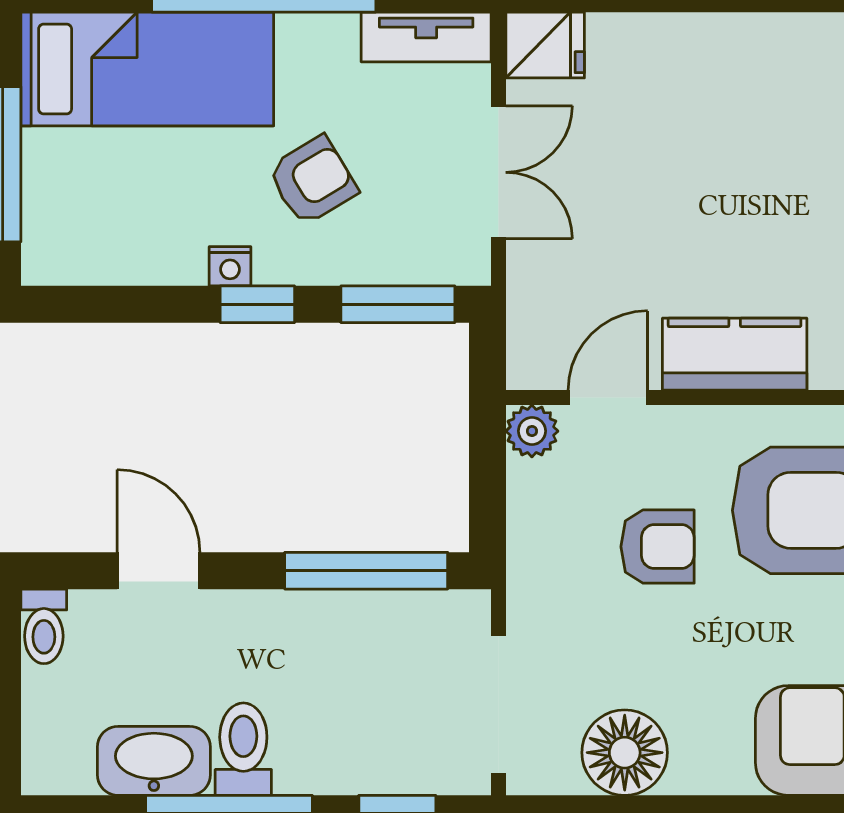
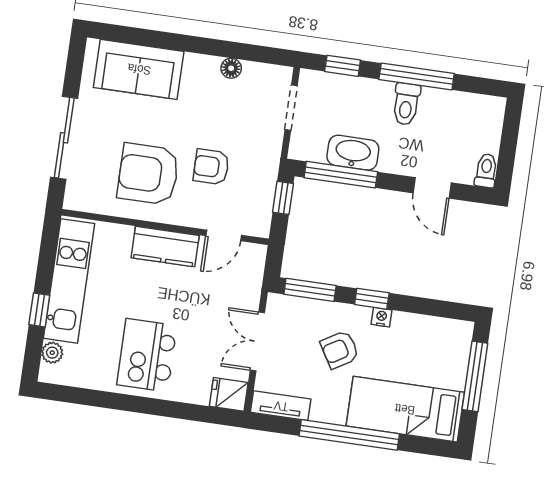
kitchen island: (740, 106) -> (147, 355), added
plant: (532, 431) -> (259, 226), removed
window: (487, 500) -> (283, 198), added
doorway: (499, 704) -> (291, 108), width x0.73
floor lamp: (625, 753) -> (231, 68), width x0.53, depth x0.53
washbasin: (154, 761) -> (353, 153), moved, turned 180

